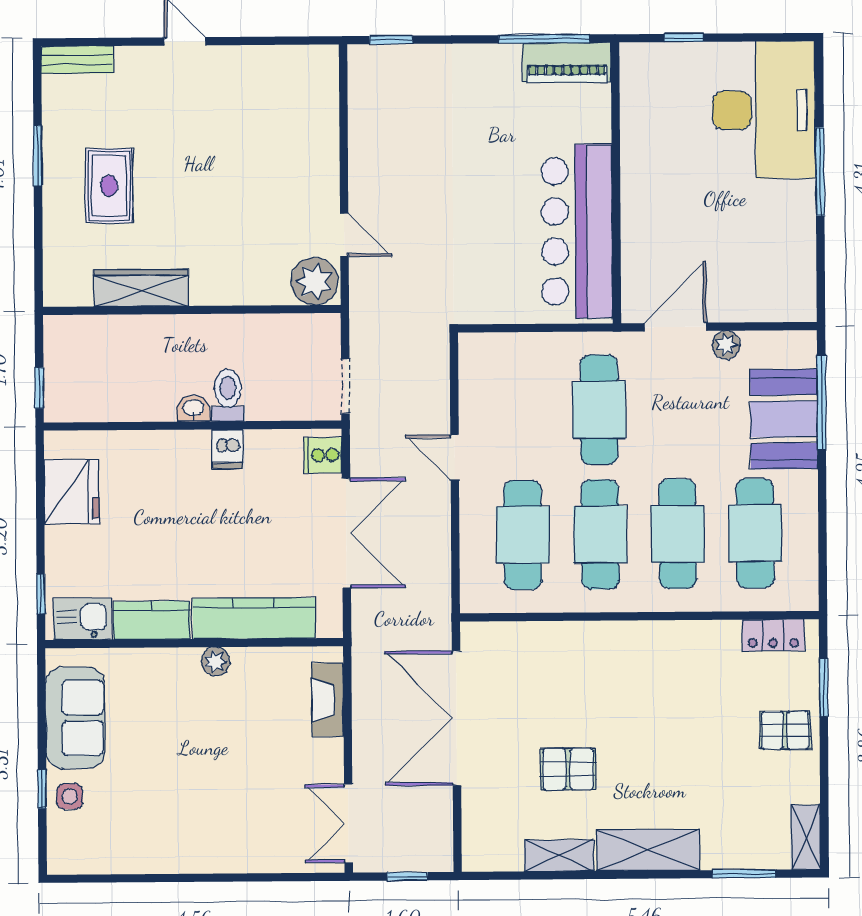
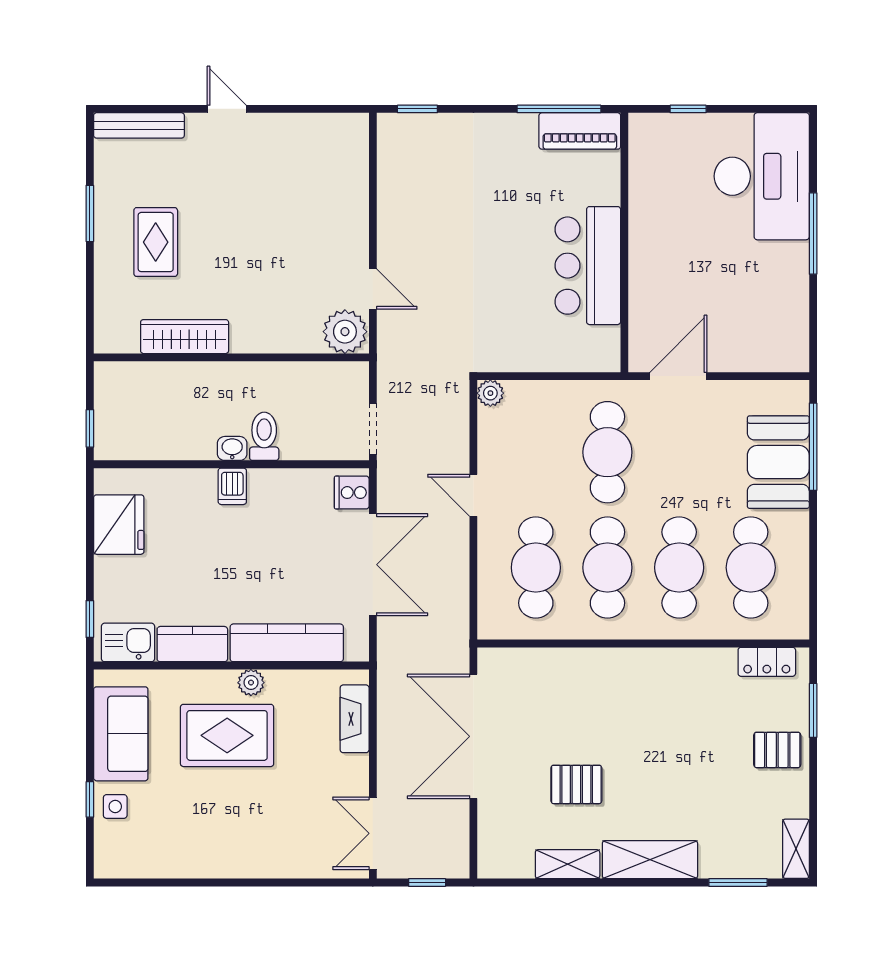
bench: (77, 60) -> (139, 125), width x1.36
bar counter: (577, 231) -> (588, 266), width x0.73
plant: (726, 345) -> (490, 393), moved
dishwasher: (227, 449) -> (232, 486), moved
rug: (190, 719) -> (227, 735), added

